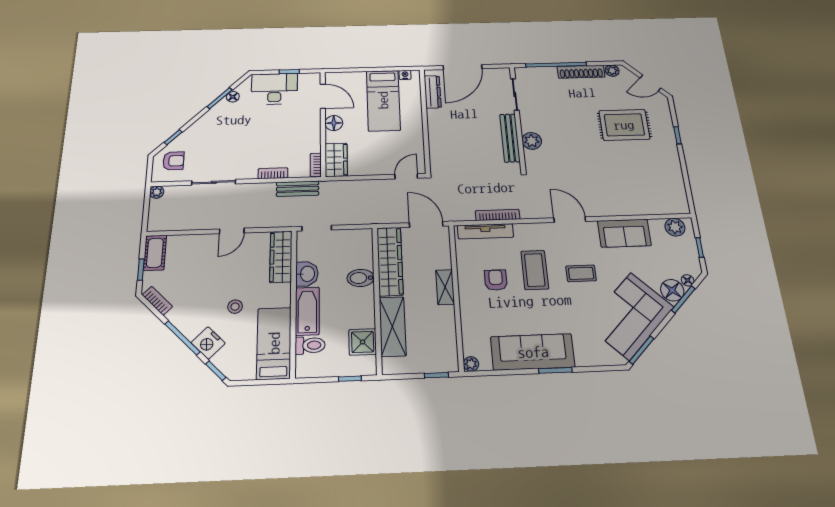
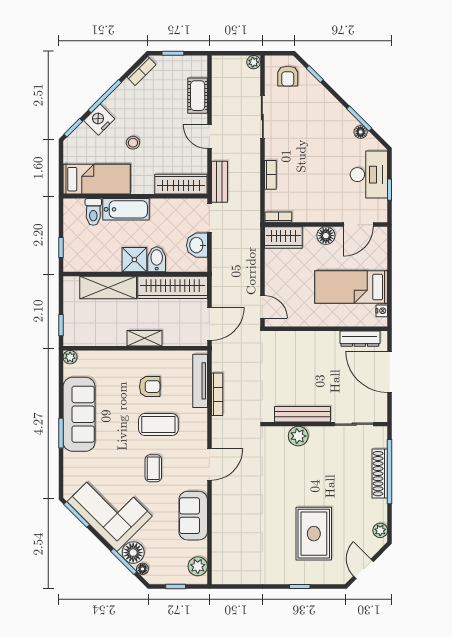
shoe rack: (581, 72) -> (380, 474), moved
bench: (298, 189) -> (219, 182), moved
cot: (155, 253) -> (198, 96), moved, turned 90
washbasin: (307, 274) -> (197, 245), moved, turned 90
shower: (363, 342) -> (134, 260), moved

